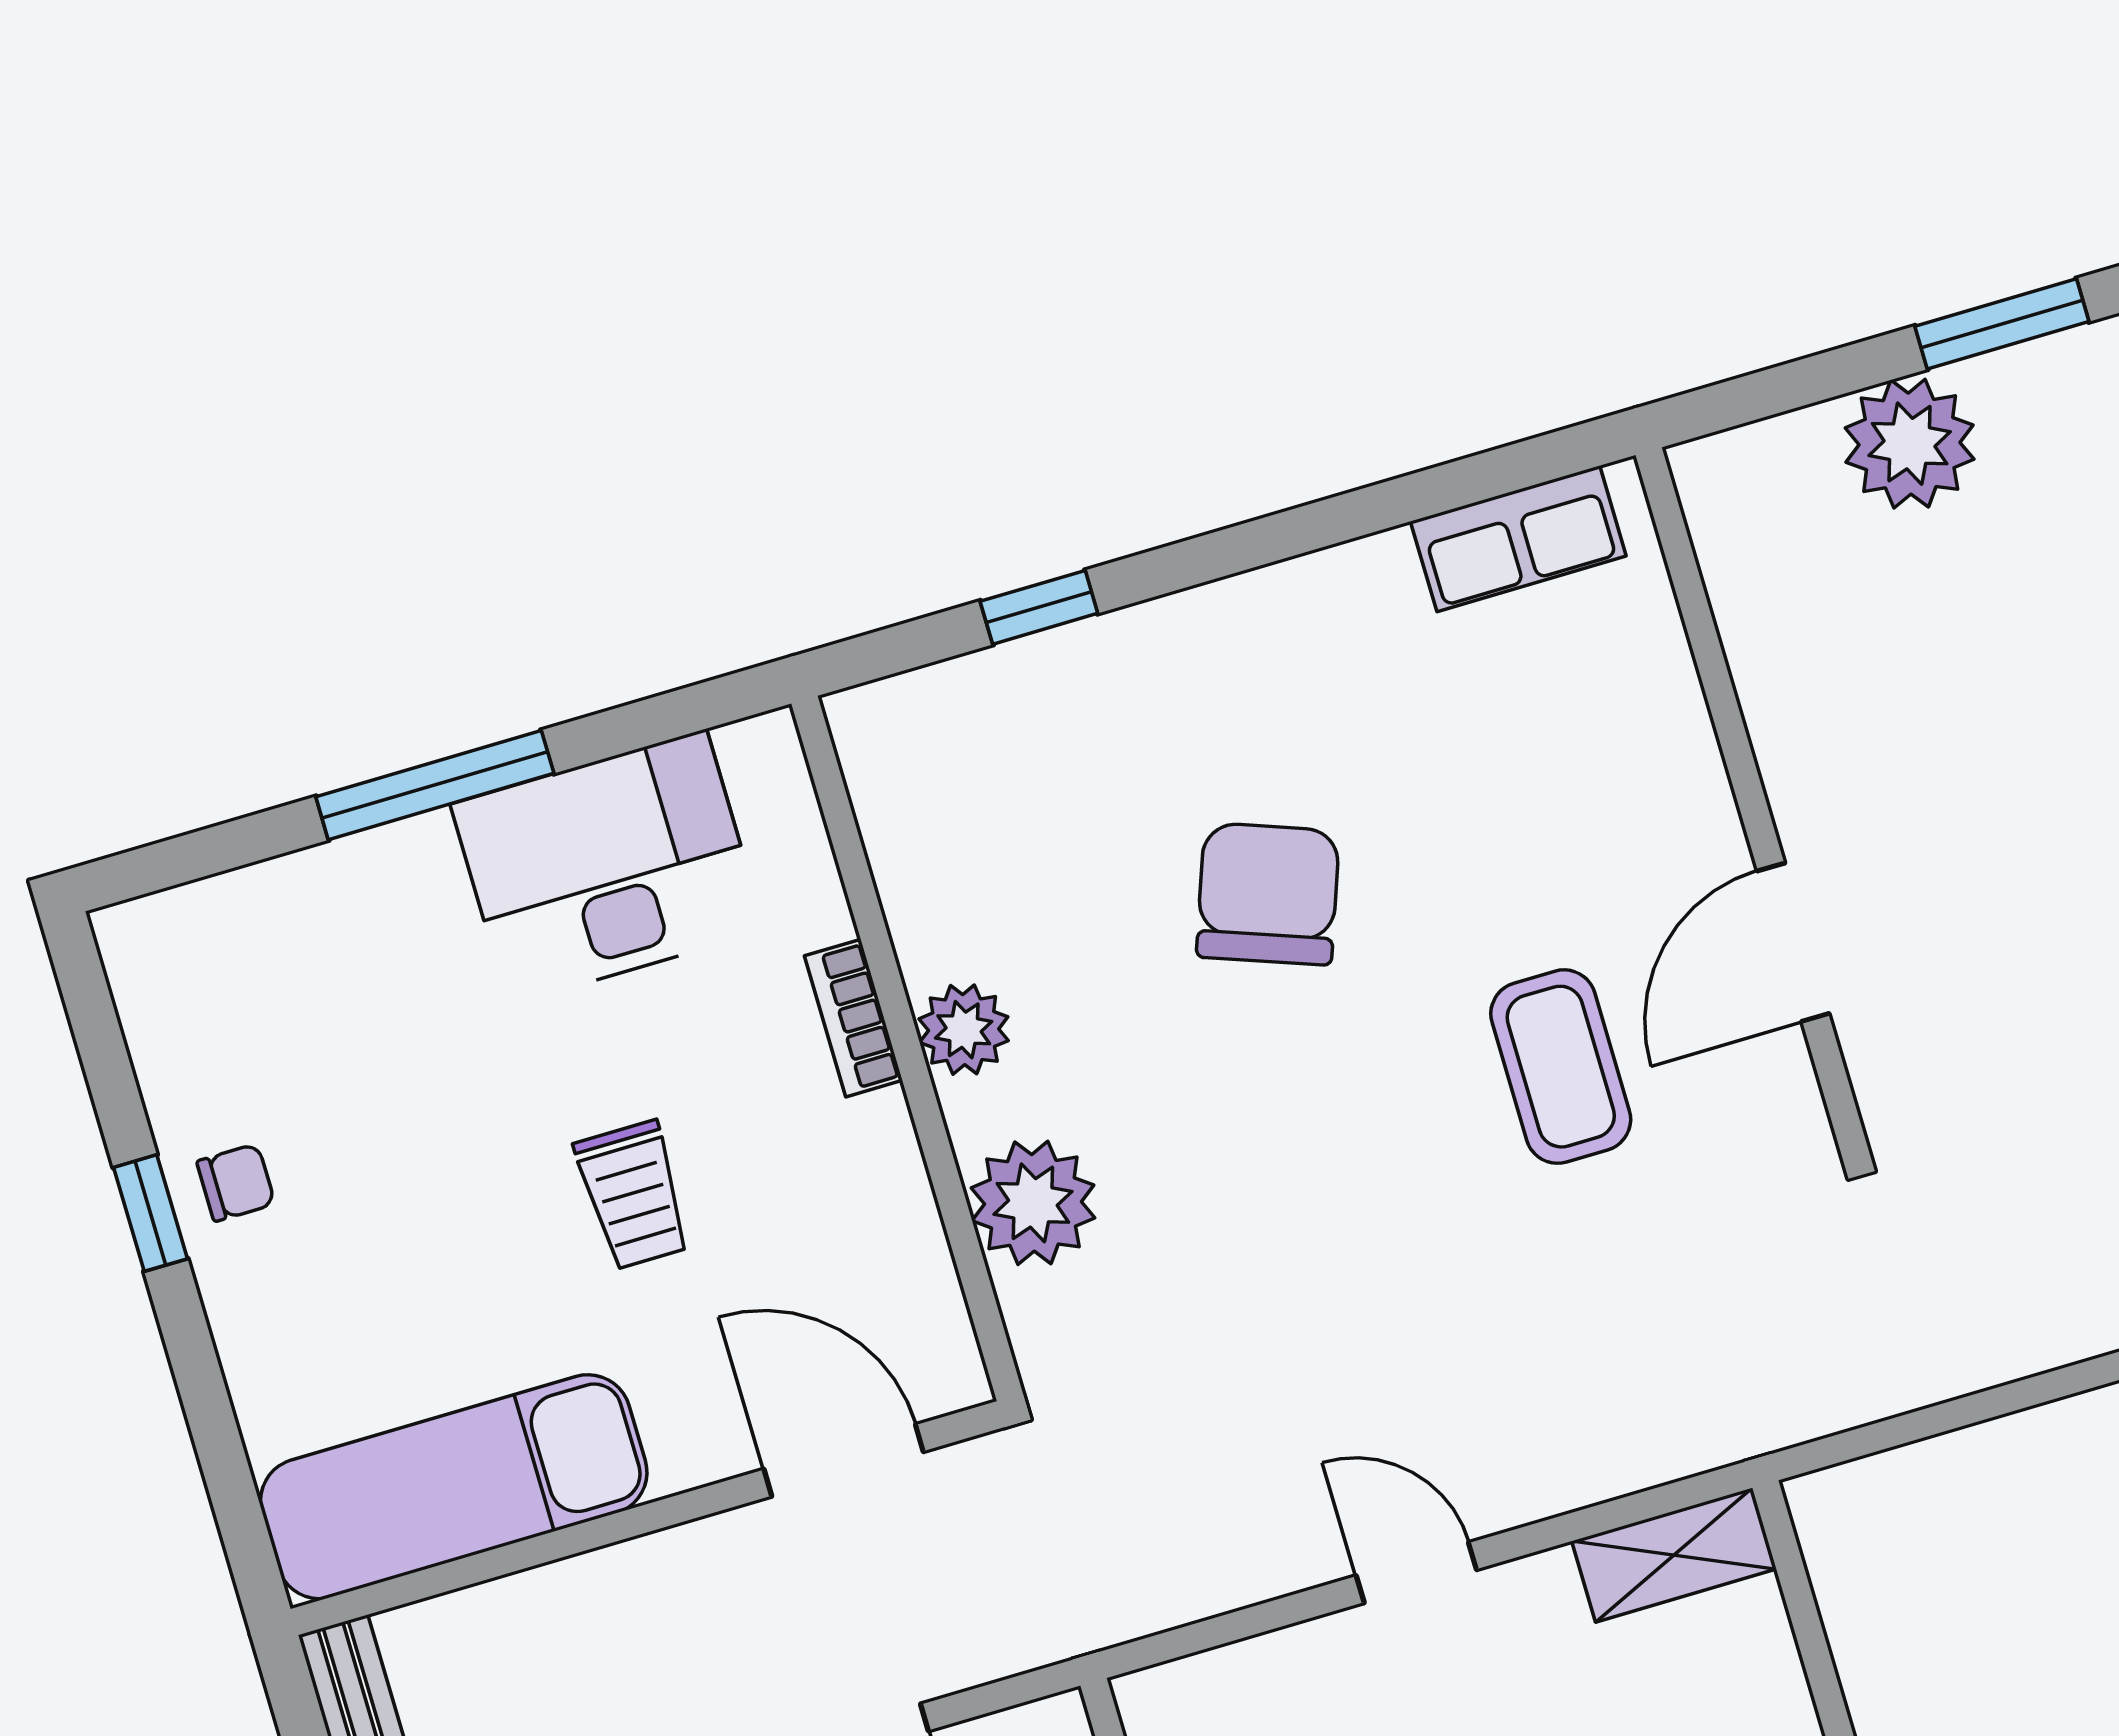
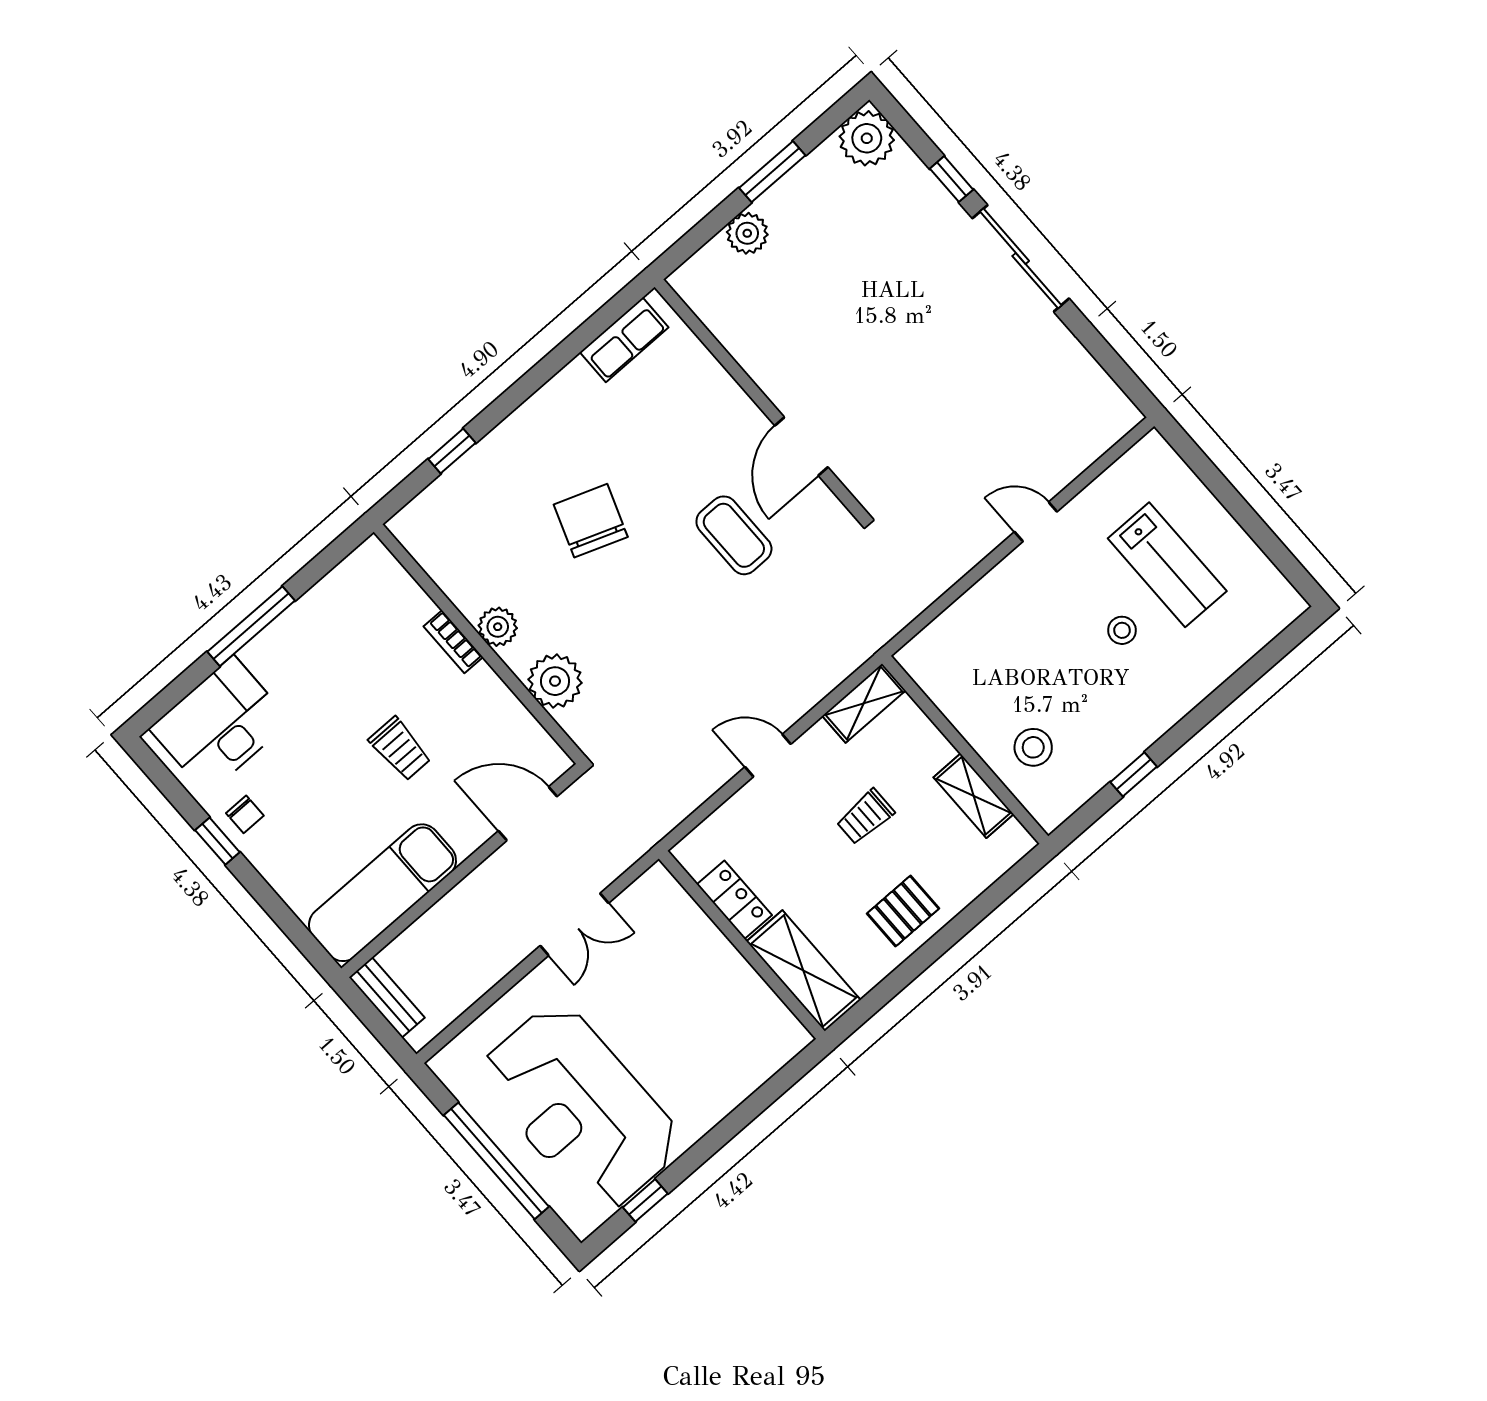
plant: (1910, 444) -> (747, 233), width x0.73, depth x0.73
desk: (608, 867) -> (220, 725), moved
chair: (236, 1183) -> (245, 814), turned 90

